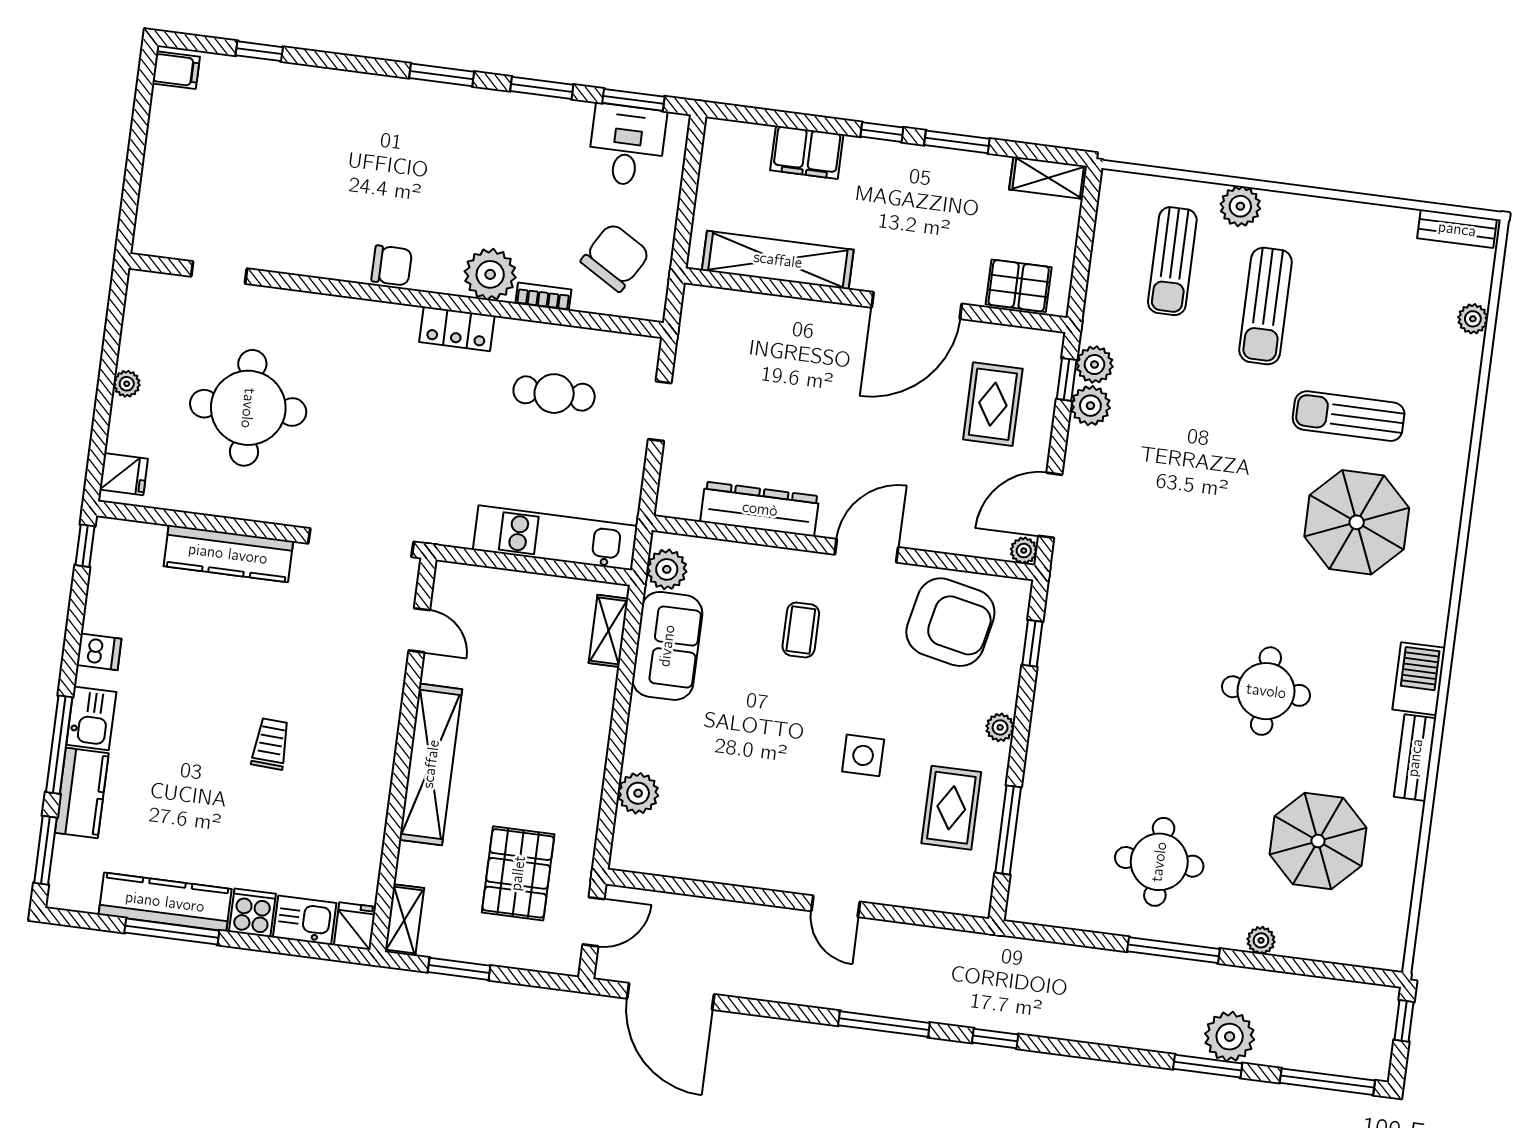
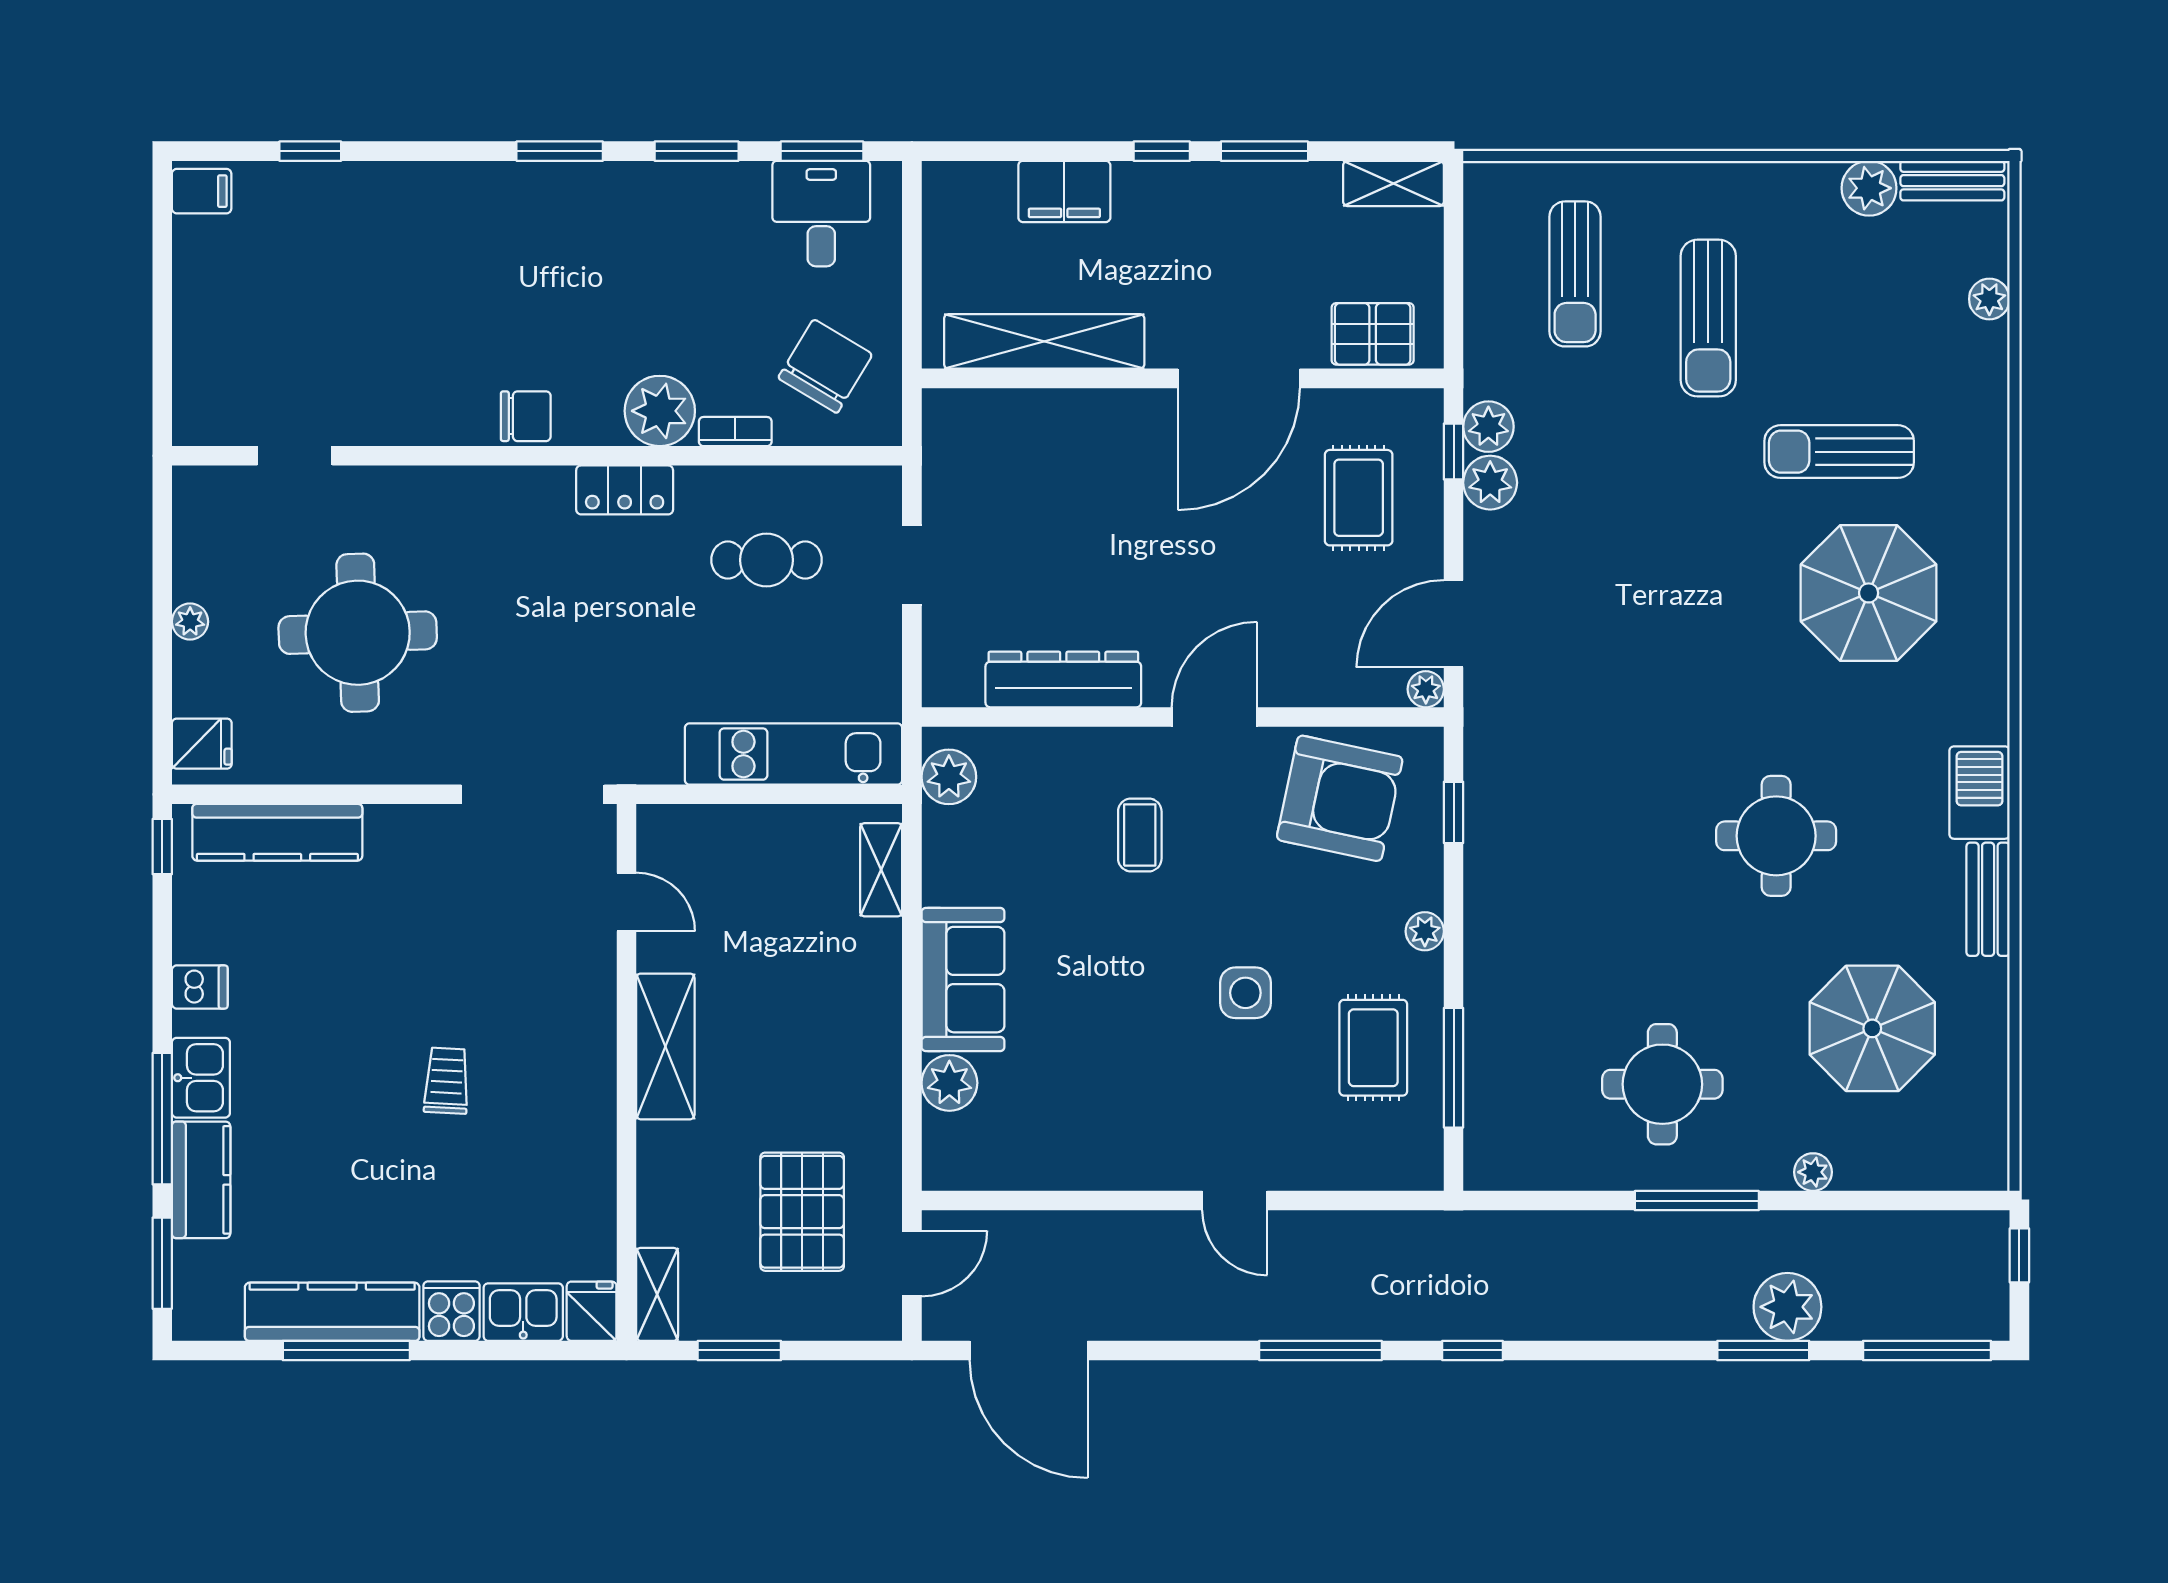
plant: (1240, 206) -> (1869, 188), moved
kitchen counter: (228, 554) -> (277, 832), moved
sofa: (667, 646) -> (963, 980), moved
shelving: (431, 764) -> (665, 1046), width x0.68

